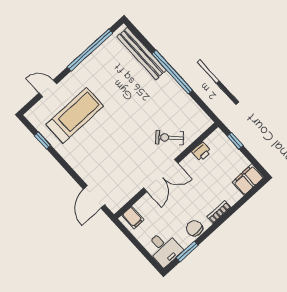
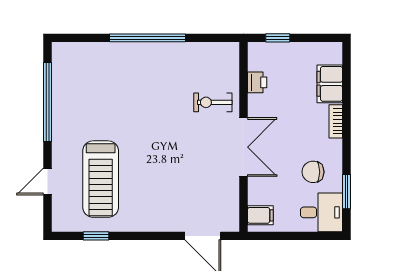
bench: (142, 54) -> (100, 52), removed
treadmill: (75, 115) -> (101, 179), turned 180
exercise bike: (170, 138) -> (213, 102), turned 45
filing cabinet: (248, 180) -> (330, 84), moved
chair: (194, 228) -> (313, 172), moved

